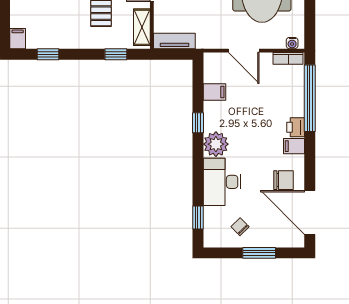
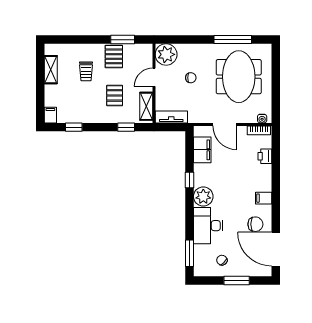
filing cabinet: (215, 92) -> (202, 150), width x2.00
window: (310, 98) -> (276, 161), removed
printer: (296, 127) -> (265, 156), moved
window: (198, 218) -> (189, 253), width x1.50

